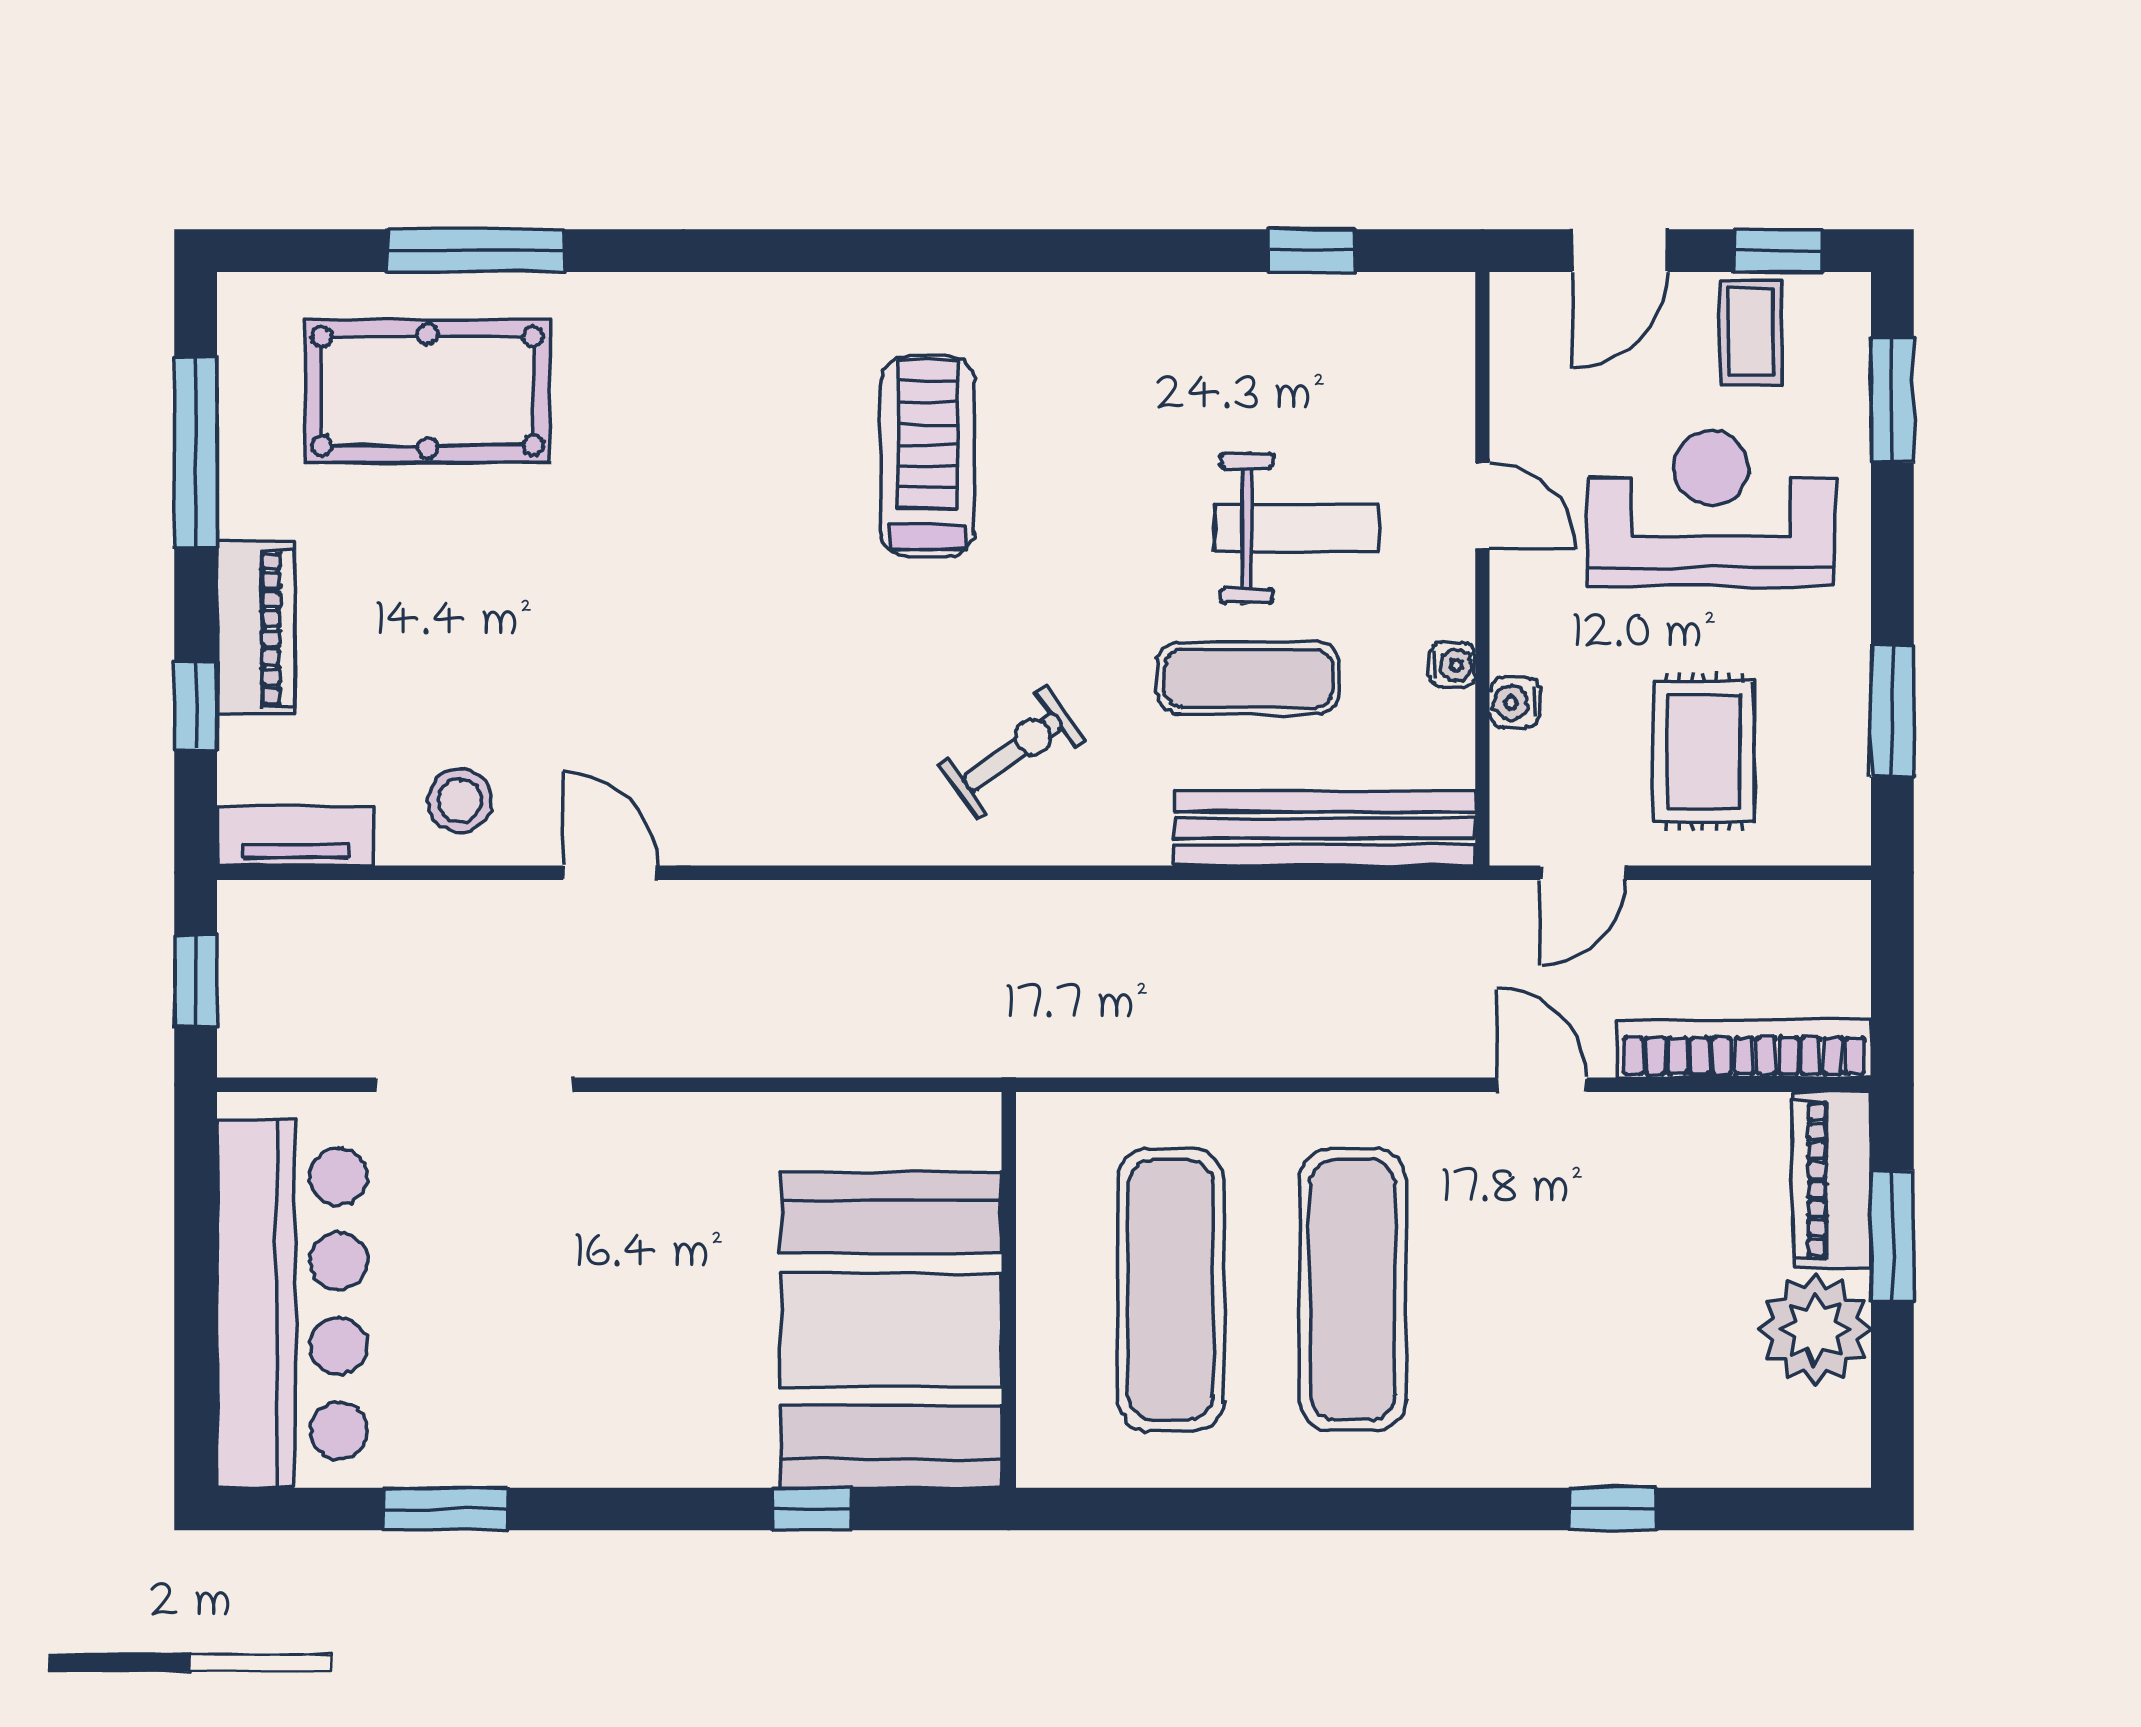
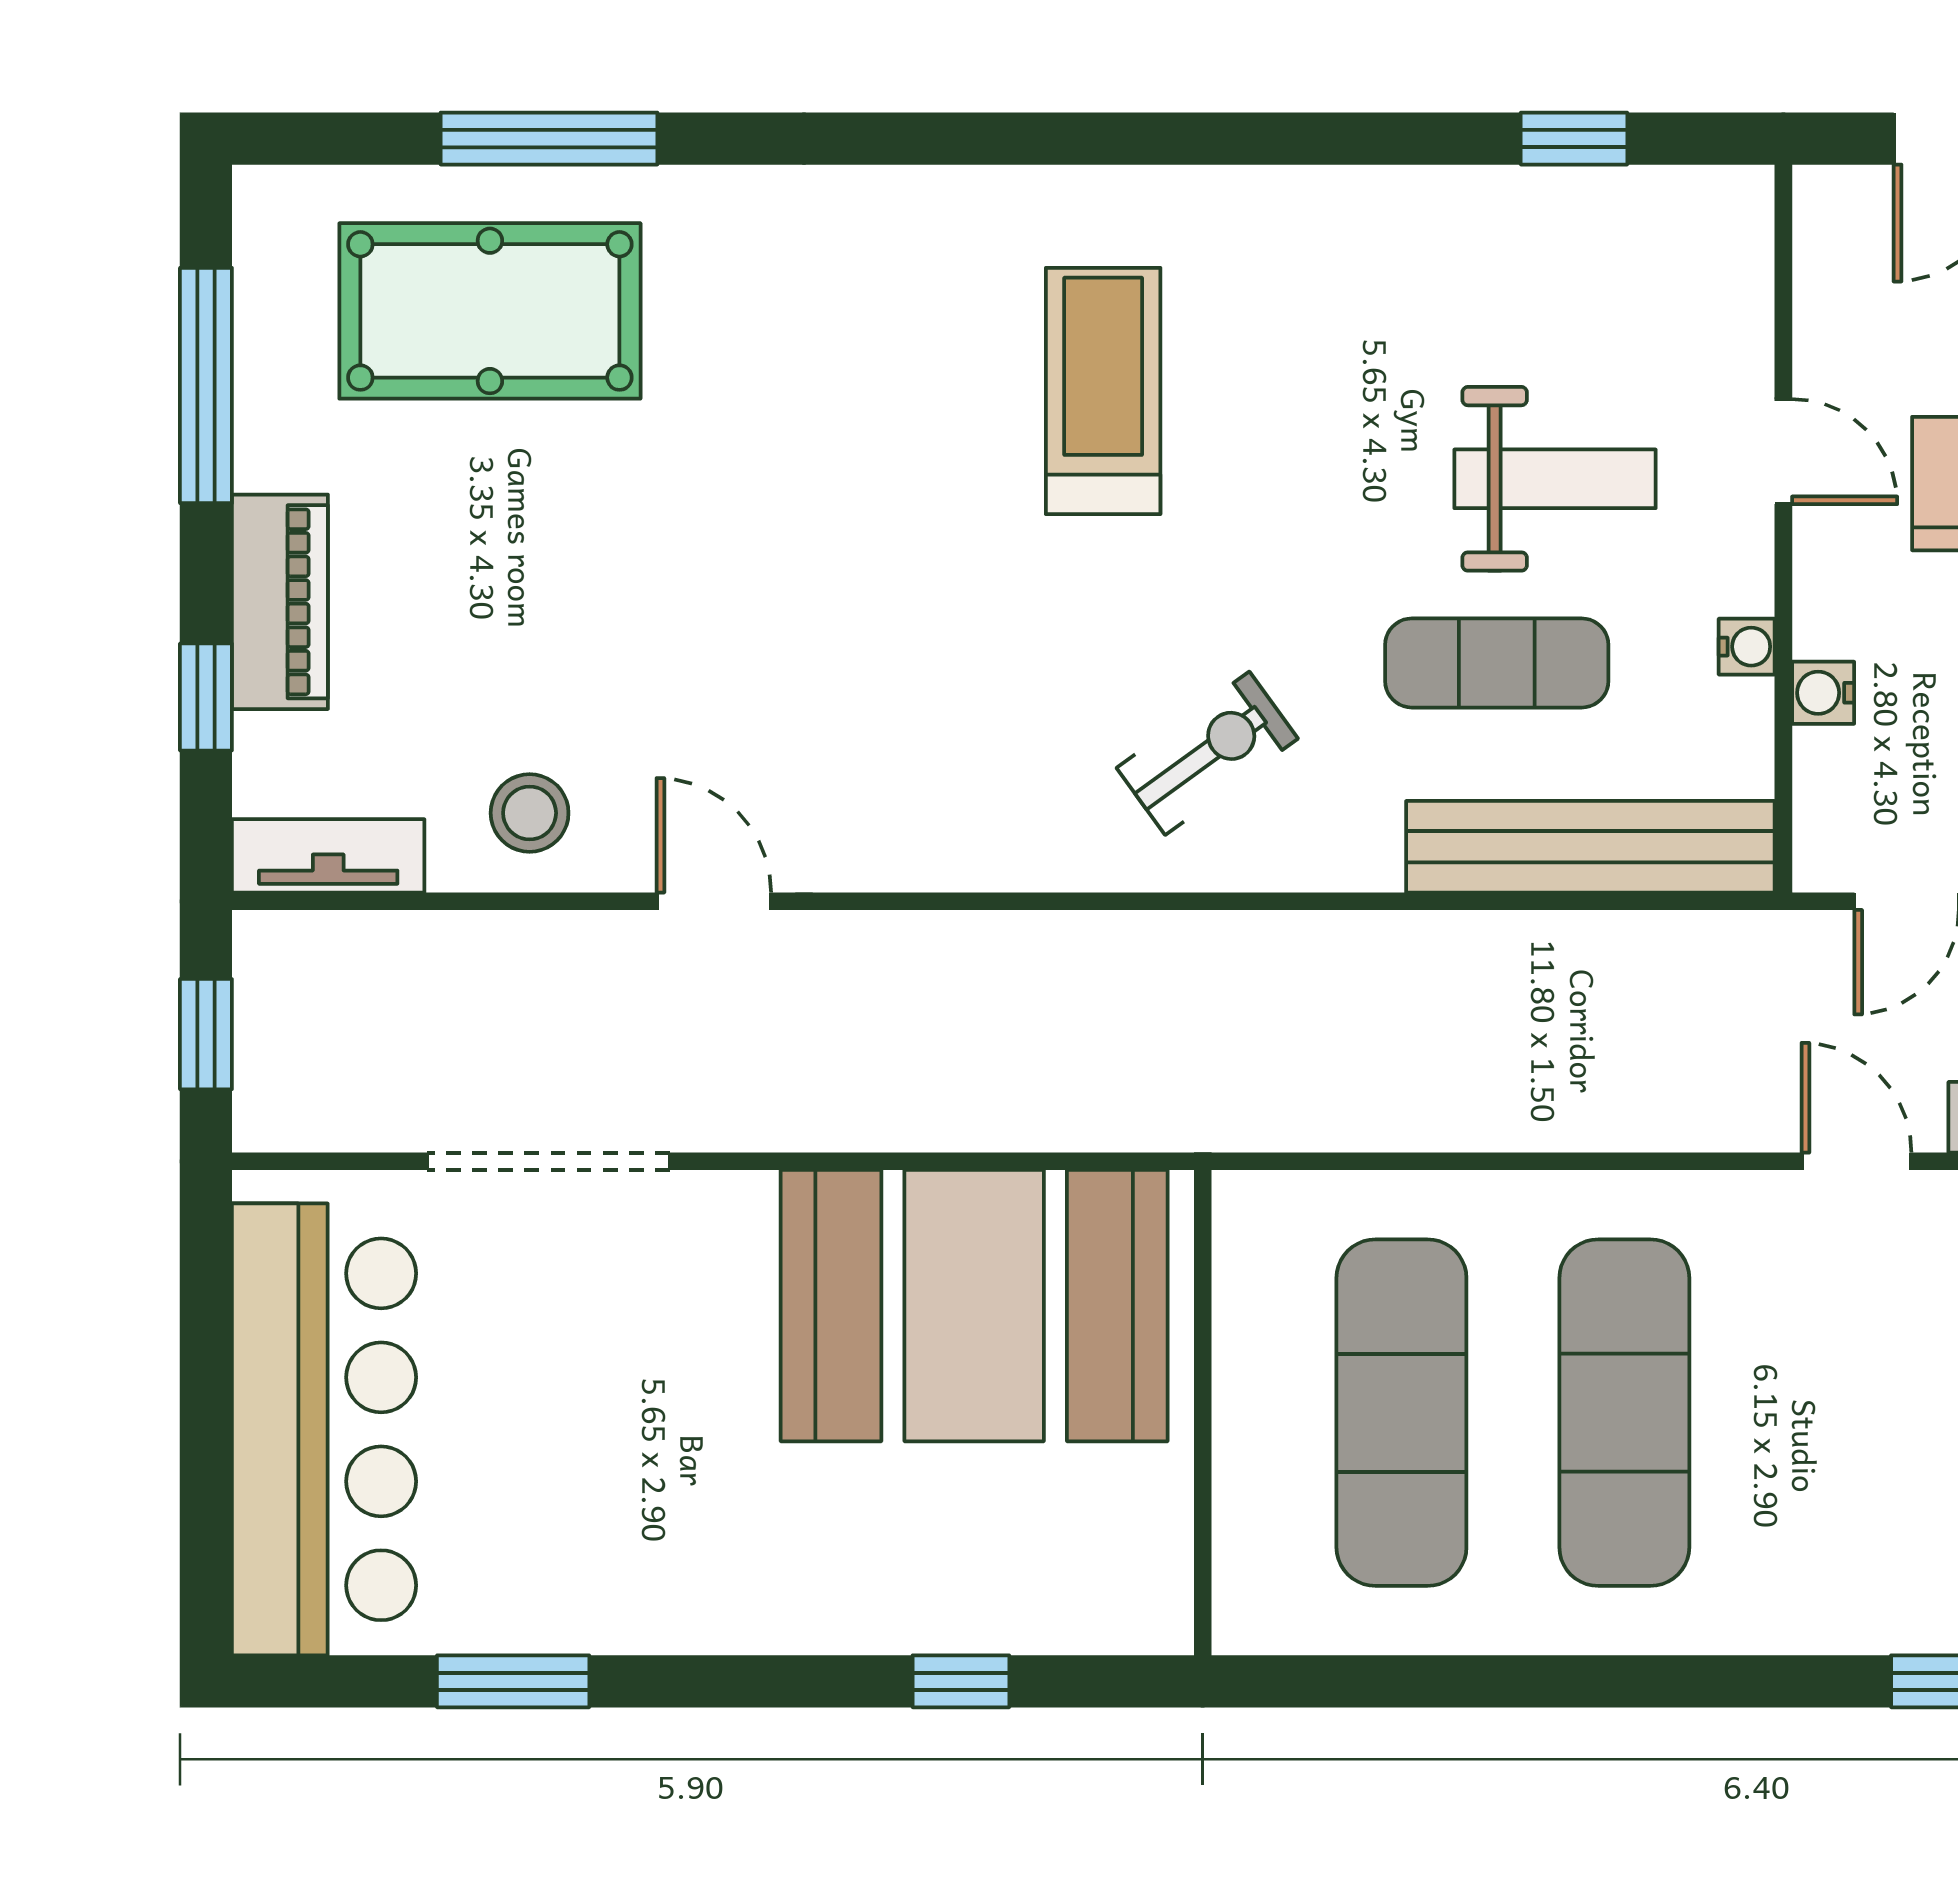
booth: (891, 1330) -> (974, 1306), moved, turned 90

